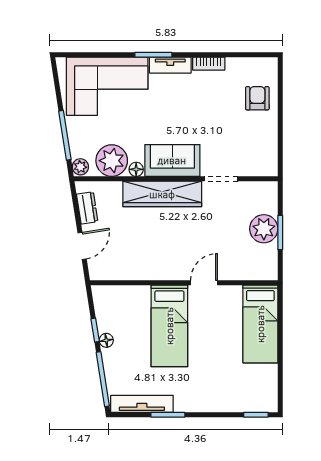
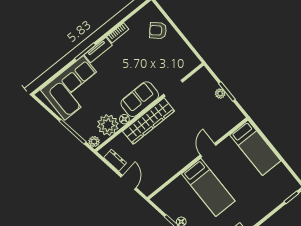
armchair: (257, 98) -> (158, 30), turned -47
plant: (264, 229) -> (220, 94), width x0.53, depth x0.53

